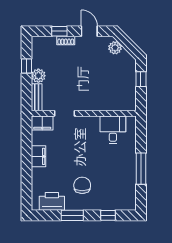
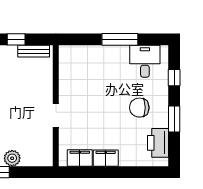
bench: (37, 97) -> (34, 51), moved
doorway: (64, 113) -> (56, 115), moved
filing cabinet: (42, 123) -> (80, 158), moved, turned -90
desk: (113, 130) -> (145, 61), moved, turned 90

